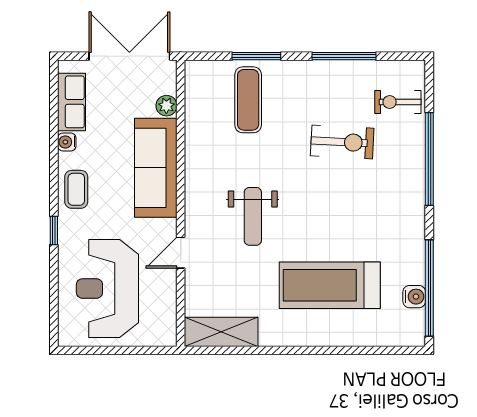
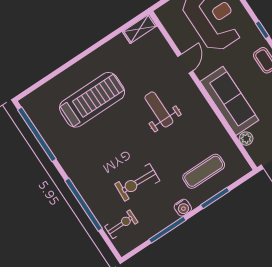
exercise mat: (248, 100) -> (204, 171), turned 90
water cooler: (414, 297) -> (183, 208), moved, turned -90
shelving: (221, 332) -> (140, 29), width x0.67, depth x0.75

